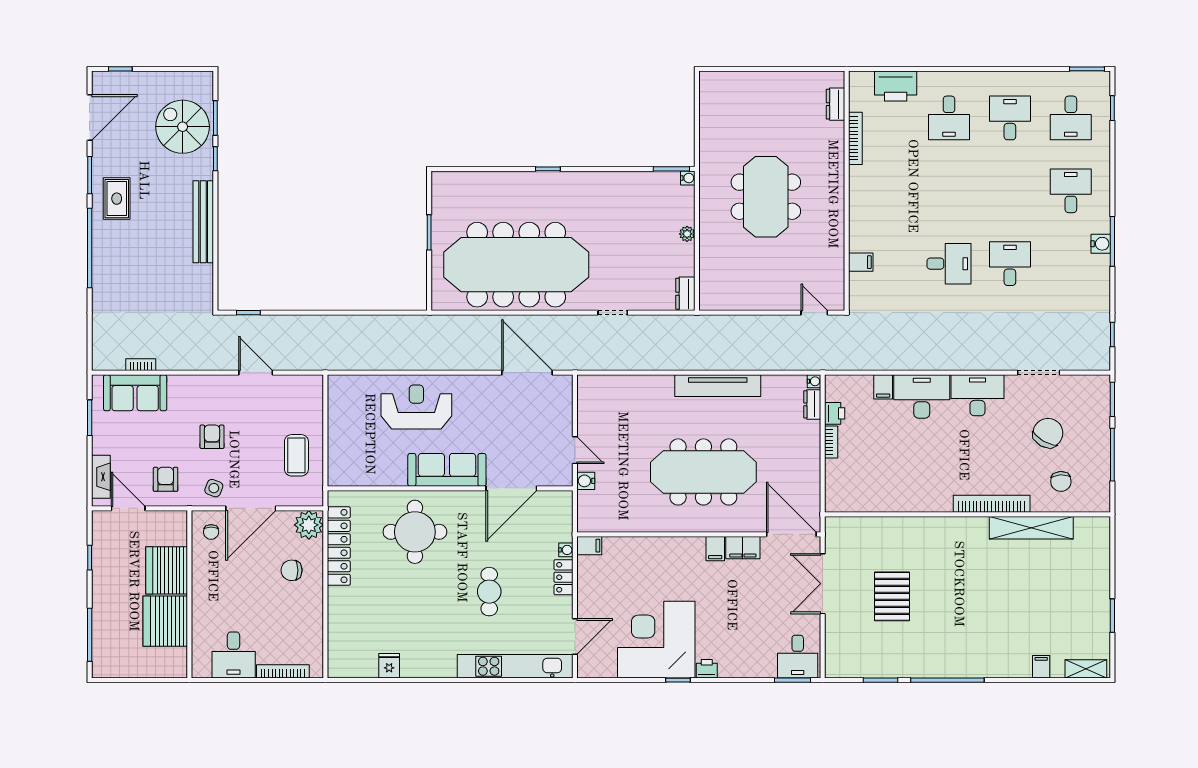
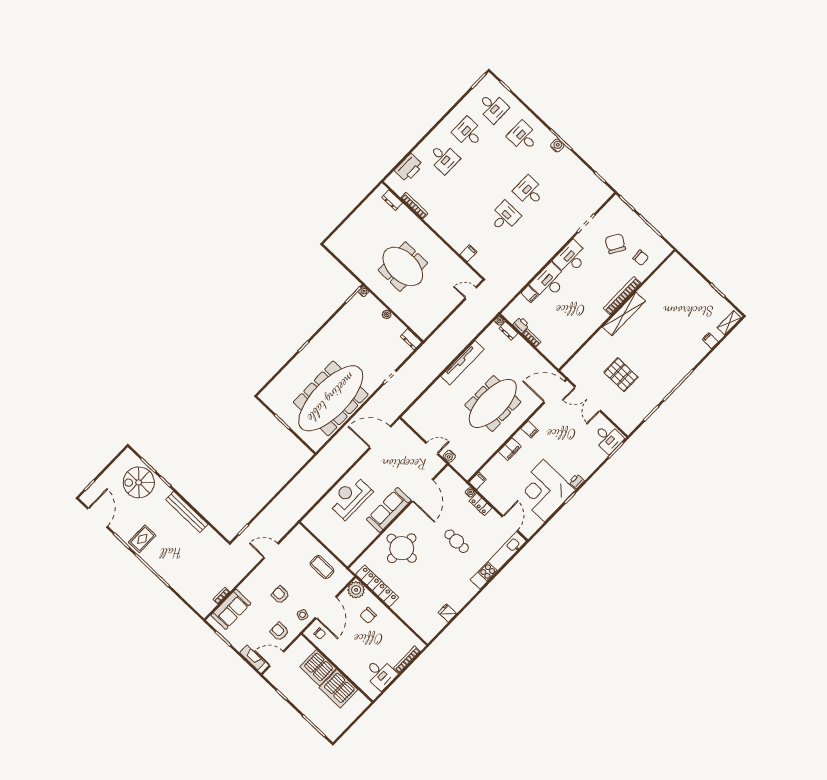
rug: (117, 199) -> (142, 539), turned 90
shelving: (1031, 528) -> (624, 314), moved
filing cabinet: (743, 548) -> (510, 449), moved

